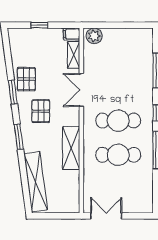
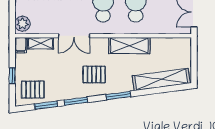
window: (9, 61) -> (46, 105), added
pallet: (26, 79) -> (33, 90), moved

